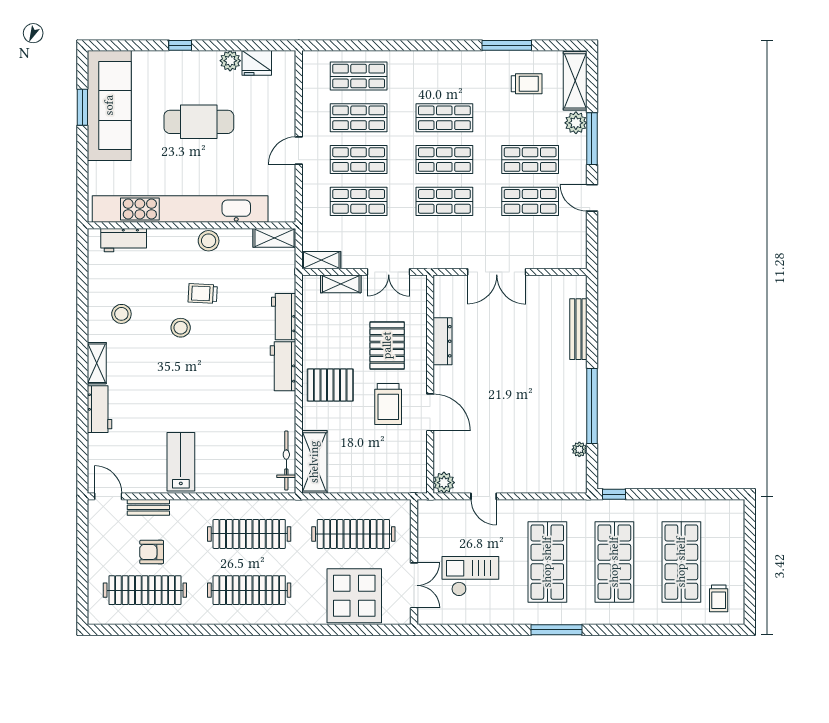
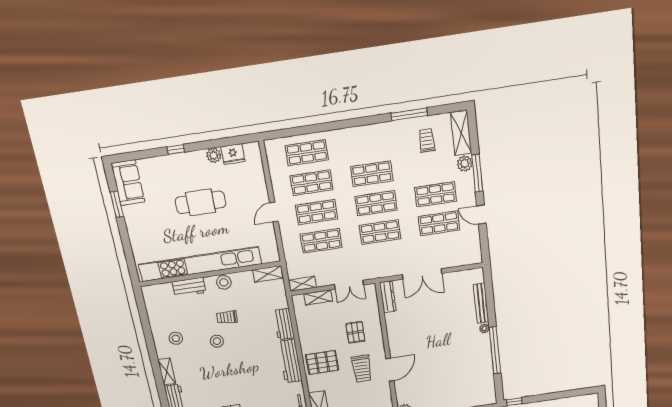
trolley: (527, 84) -> (427, 140), turned -90
sofa: (109, 105) -> (128, 183), width x0.54, depth x0.79
workbench: (124, 240) -> (189, 287), moved
dresser: (443, 341) -> (388, 297), moved
pallet: (387, 345) -> (355, 332), width x0.67, depth x0.71
workbench: (283, 366) -> (290, 361), width x1.38
door: (430, 412) -> (390, 370), hinge flipped
plant: (579, 449) -> (484, 328), moved

